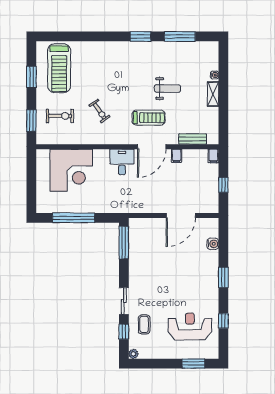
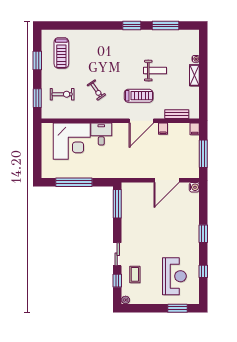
treadmill: (59, 68) -> (61, 53), width x0.73, depth x0.73
desk: (122, 162) -> (101, 134), moved
window: (223, 185) -> (203, 154), width x2.17
water cooler: (213, 244) -> (194, 187), moved
reception desk: (190, 326) -> (174, 276), turned 90

